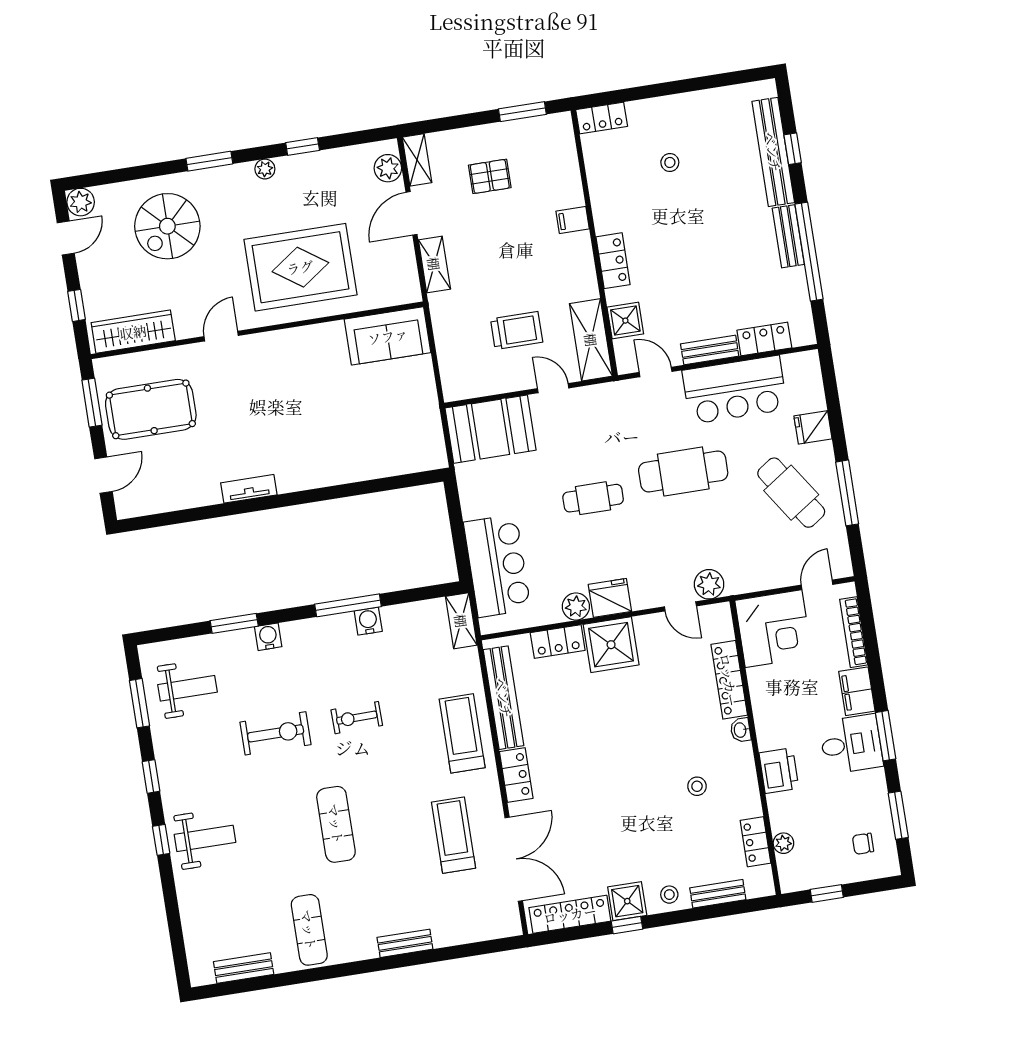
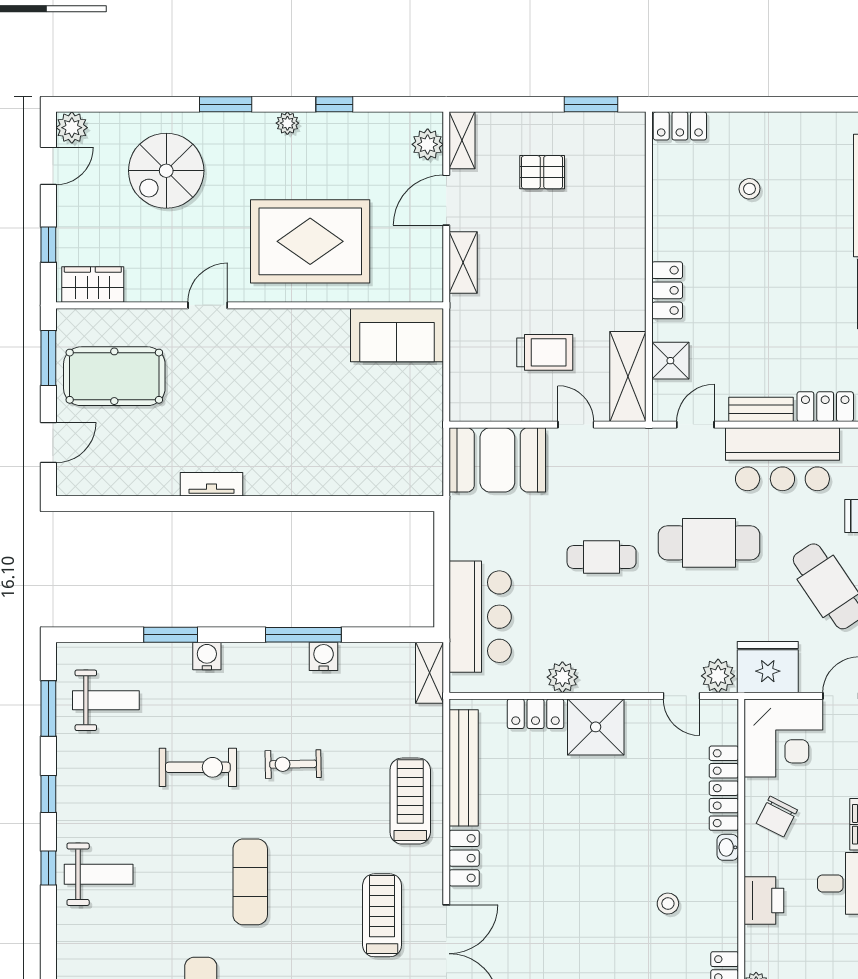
filing cabinet: (573, 220) -> (628, 237), removed
wardrobe: (133, 332) -> (93, 285), width x0.67
door: (656, 372) -> (695, 425), hinge flipped
fridge: (610, 598) -> (768, 667), moved, width x1.36, depth x1.34
chair: (779, 697) -> (777, 817), added

